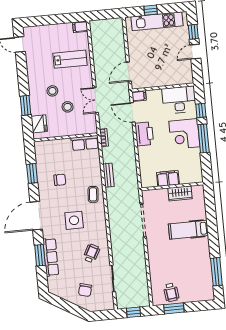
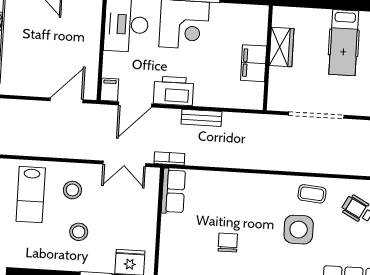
lab bench: (70, 59) -> (31, 195), turned 180
door: (129, 72) -> (67, 100), swing flipped
double door: (96, 100) -> (124, 164), moved
stool: (68, 107) -> (72, 190), moved
bench: (109, 175) -> (201, 118), moved
coffee table: (93, 194) -> (312, 194), moved

